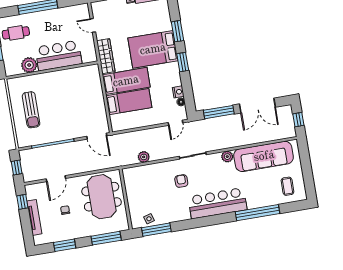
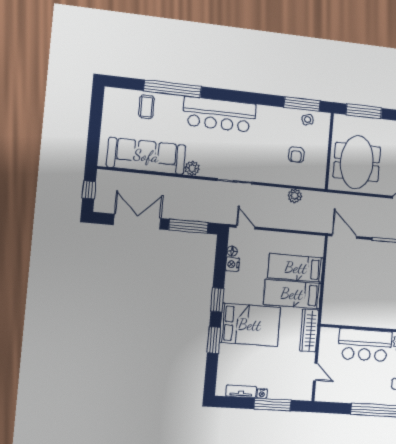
door: (175, 123) -> (246, 227), hinge flipped
armchair: (181, 181) -> (296, 155), moved
coffee table: (287, 186) -> (146, 107), moved

